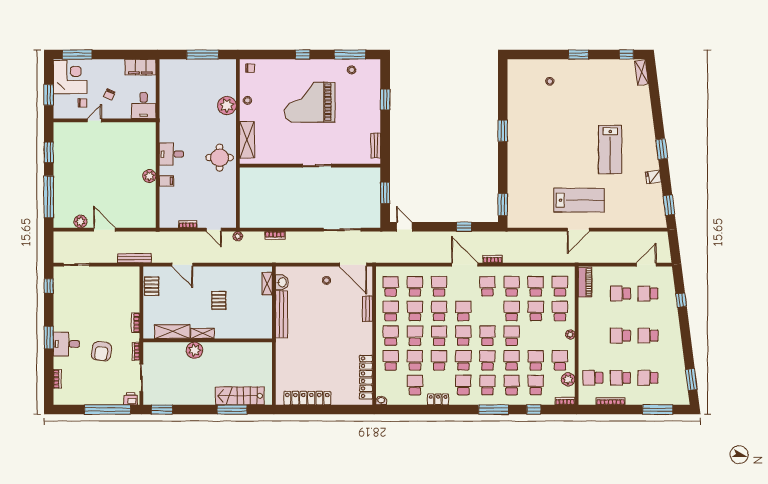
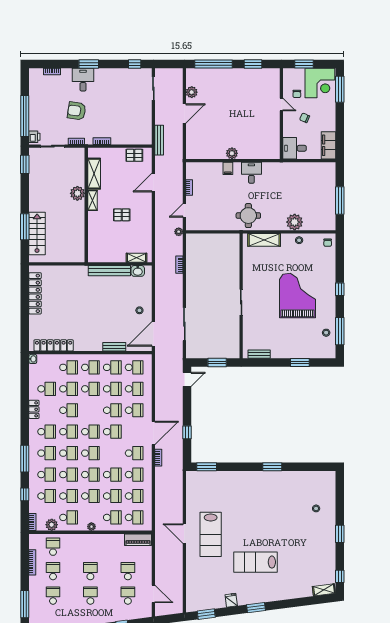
school desk: (439, 336) -> (90, 496), moved

